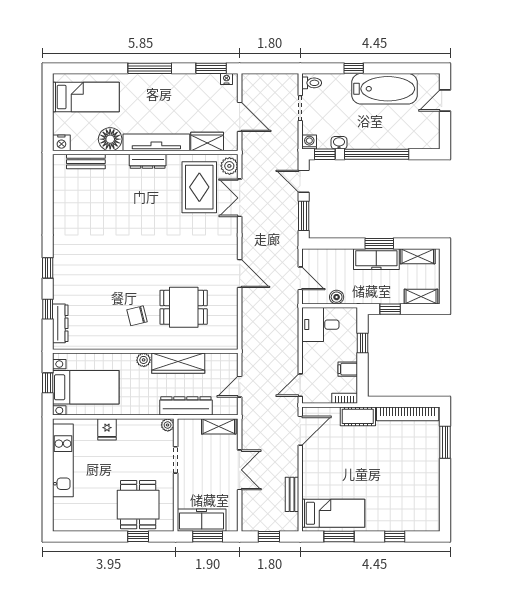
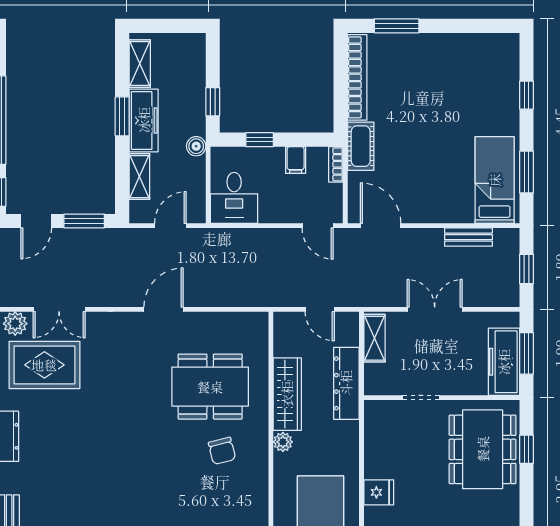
boiler: (337, 297) -> (196, 146), moved
shelving: (421, 297) -> (139, 177), moved
dining table: (184, 307) -> (210, 387), width x1.38
plant: (168, 425) -> (373, 409), removed
dining table: (138, 505) -> (483, 449), width x1.37

